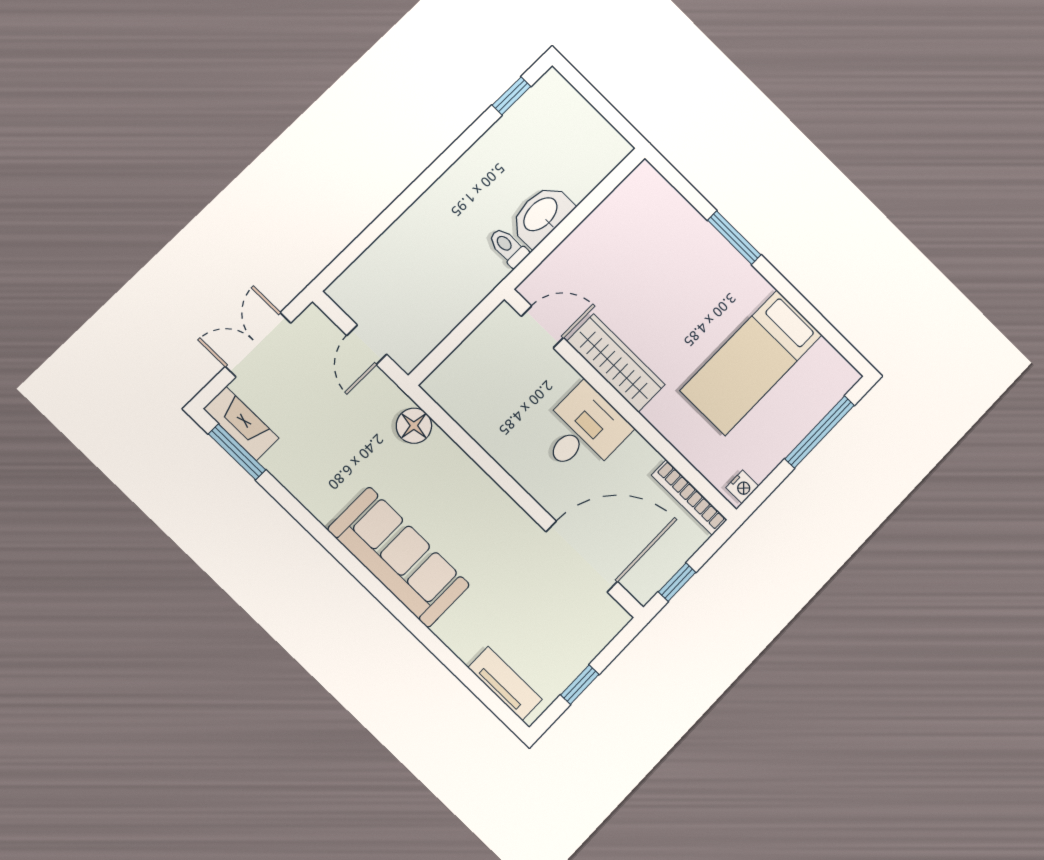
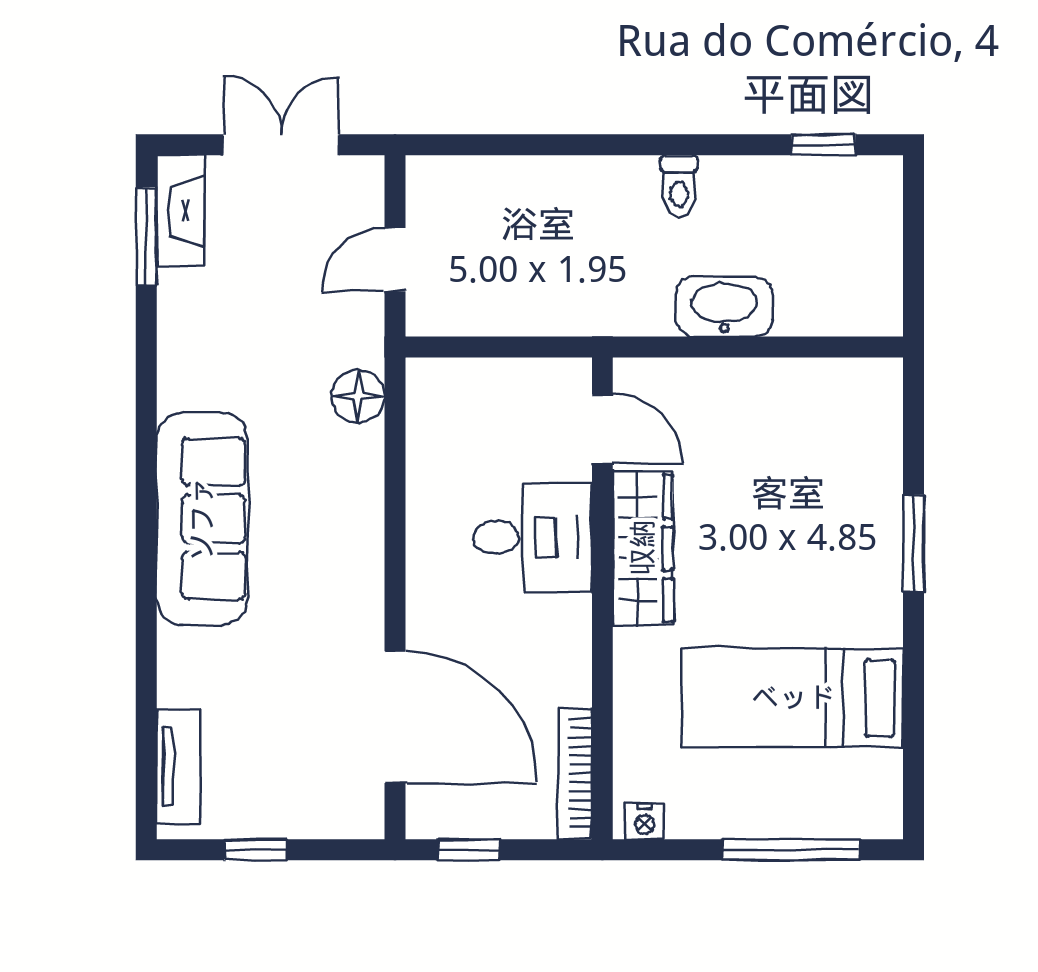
toilet: (508, 247) -> (679, 186), moved, turned 180
desk: (583, 431) -> (533, 537), moved

